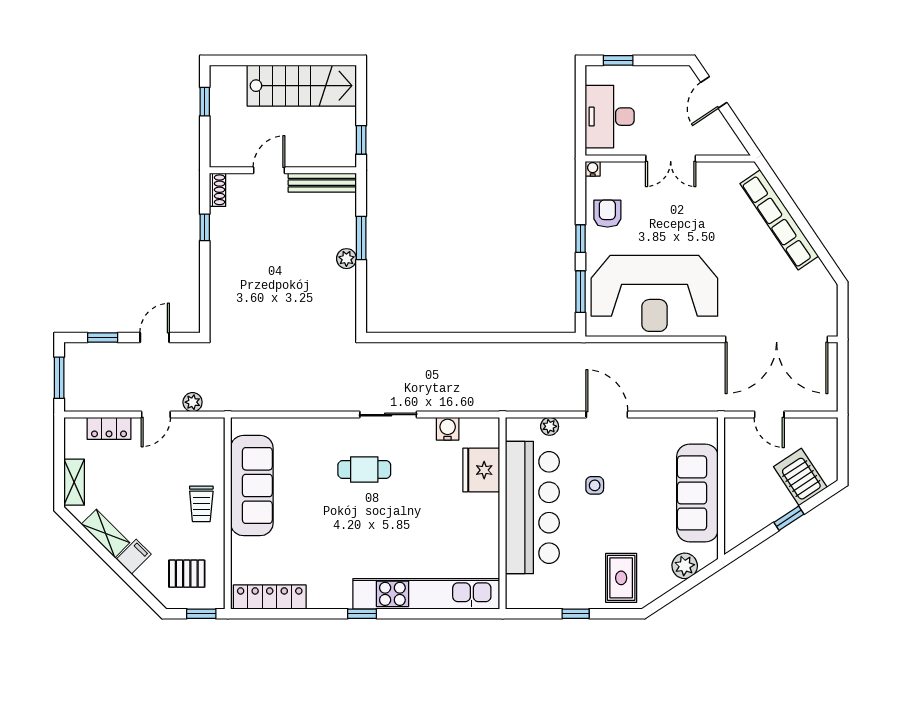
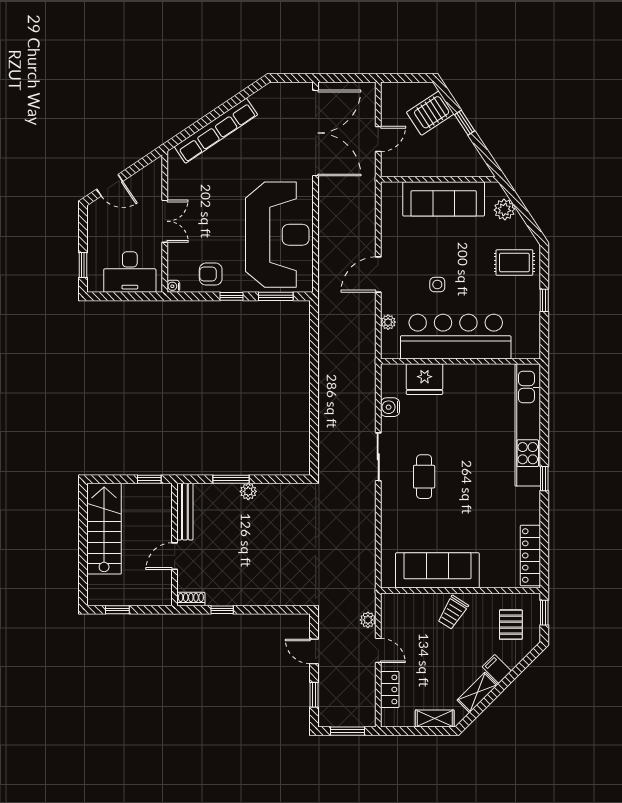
door: (269, 170) -> (175, 556), hinge flipped
trolley: (201, 504) -> (453, 612), turned 122

